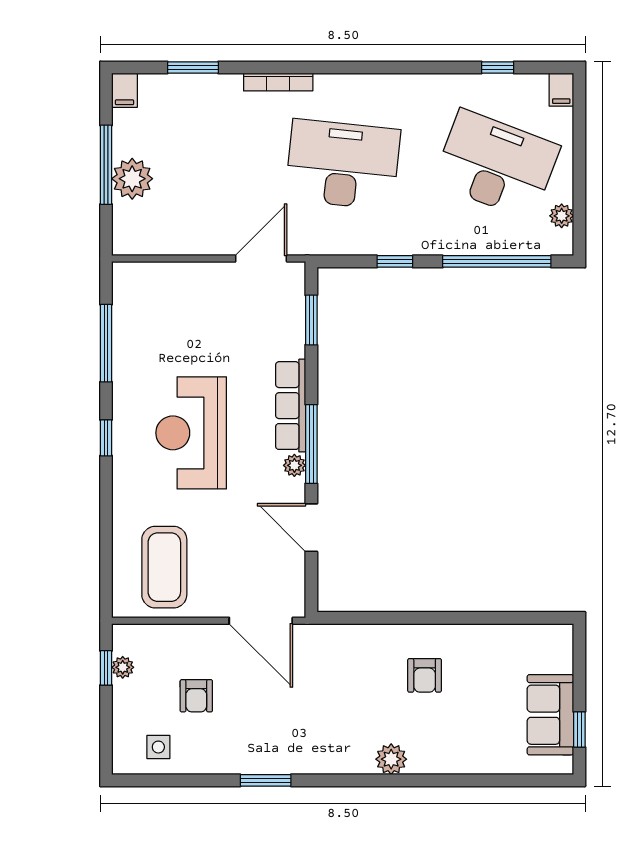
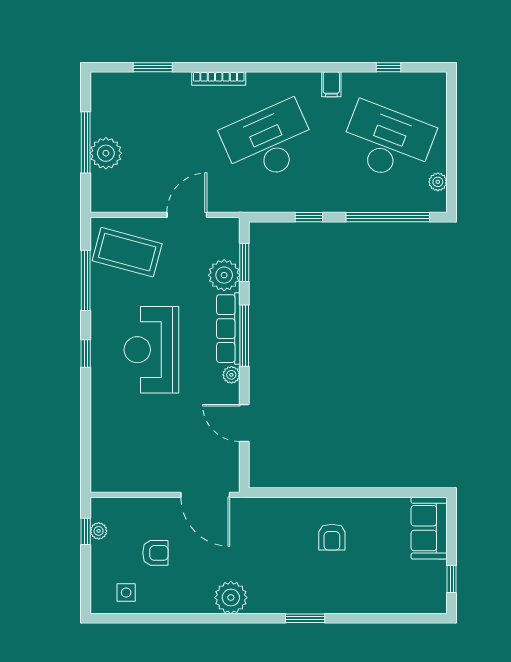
filing cabinet: (125, 90) -> (100, 85), removed
filing cabinet: (561, 90) -> (331, 84), moved
desk: (343, 164) -> (269, 142), turned -30
door: (261, 259) -> (187, 215), moved
plant: (285, 336) -> (224, 275), added
window: (311, 444) -> (244, 336), moved
coffee table: (164, 567) -> (127, 252), moved, turned -75
armchair: (196, 696) -> (155, 553), turned -90
sofa: (550, 715) -> (429, 528), moved
plant: (391, 759) -> (231, 598), moved, width x1.36, depth x1.36
window: (266, 780) -> (305, 618), moved

